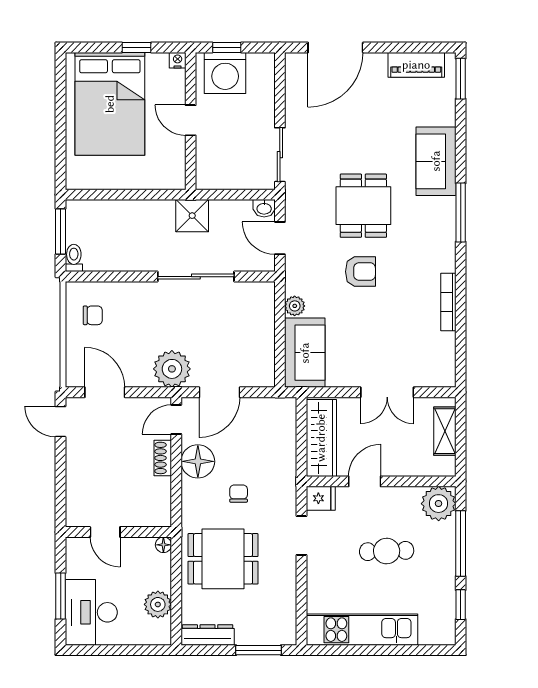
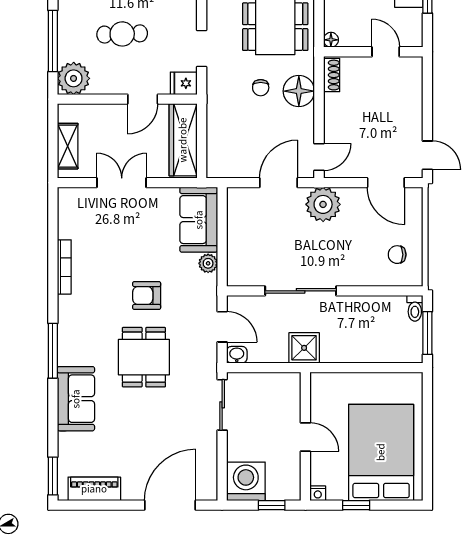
washing machine: (225, 73) -> (246, 481), moved
shoe rack: (163, 458) -> (332, 75), moved
floor lamp: (198, 461) -> (299, 91), moved

